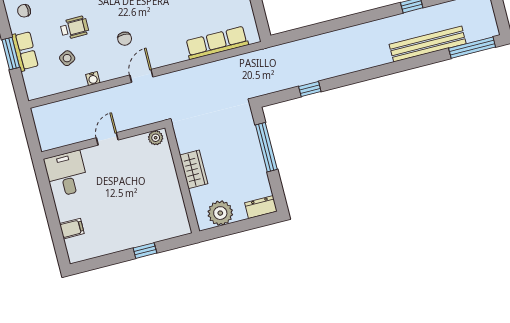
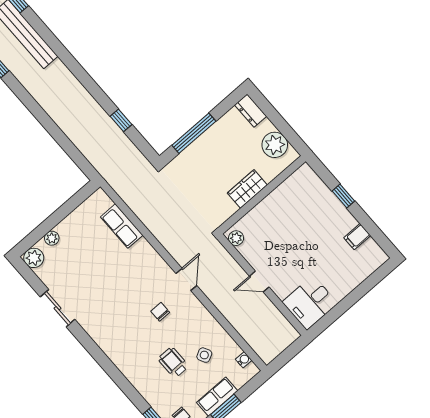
chair: (125, 39) -> (160, 312), turned -90
row of seats: (217, 43) -> (122, 226), width x0.68
door: (141, 76) -> (186, 279), swing flipped
water cooler: (93, 79) -> (244, 360), moved
filing cabinet: (72, 229) -> (357, 237), moved, turned -90

